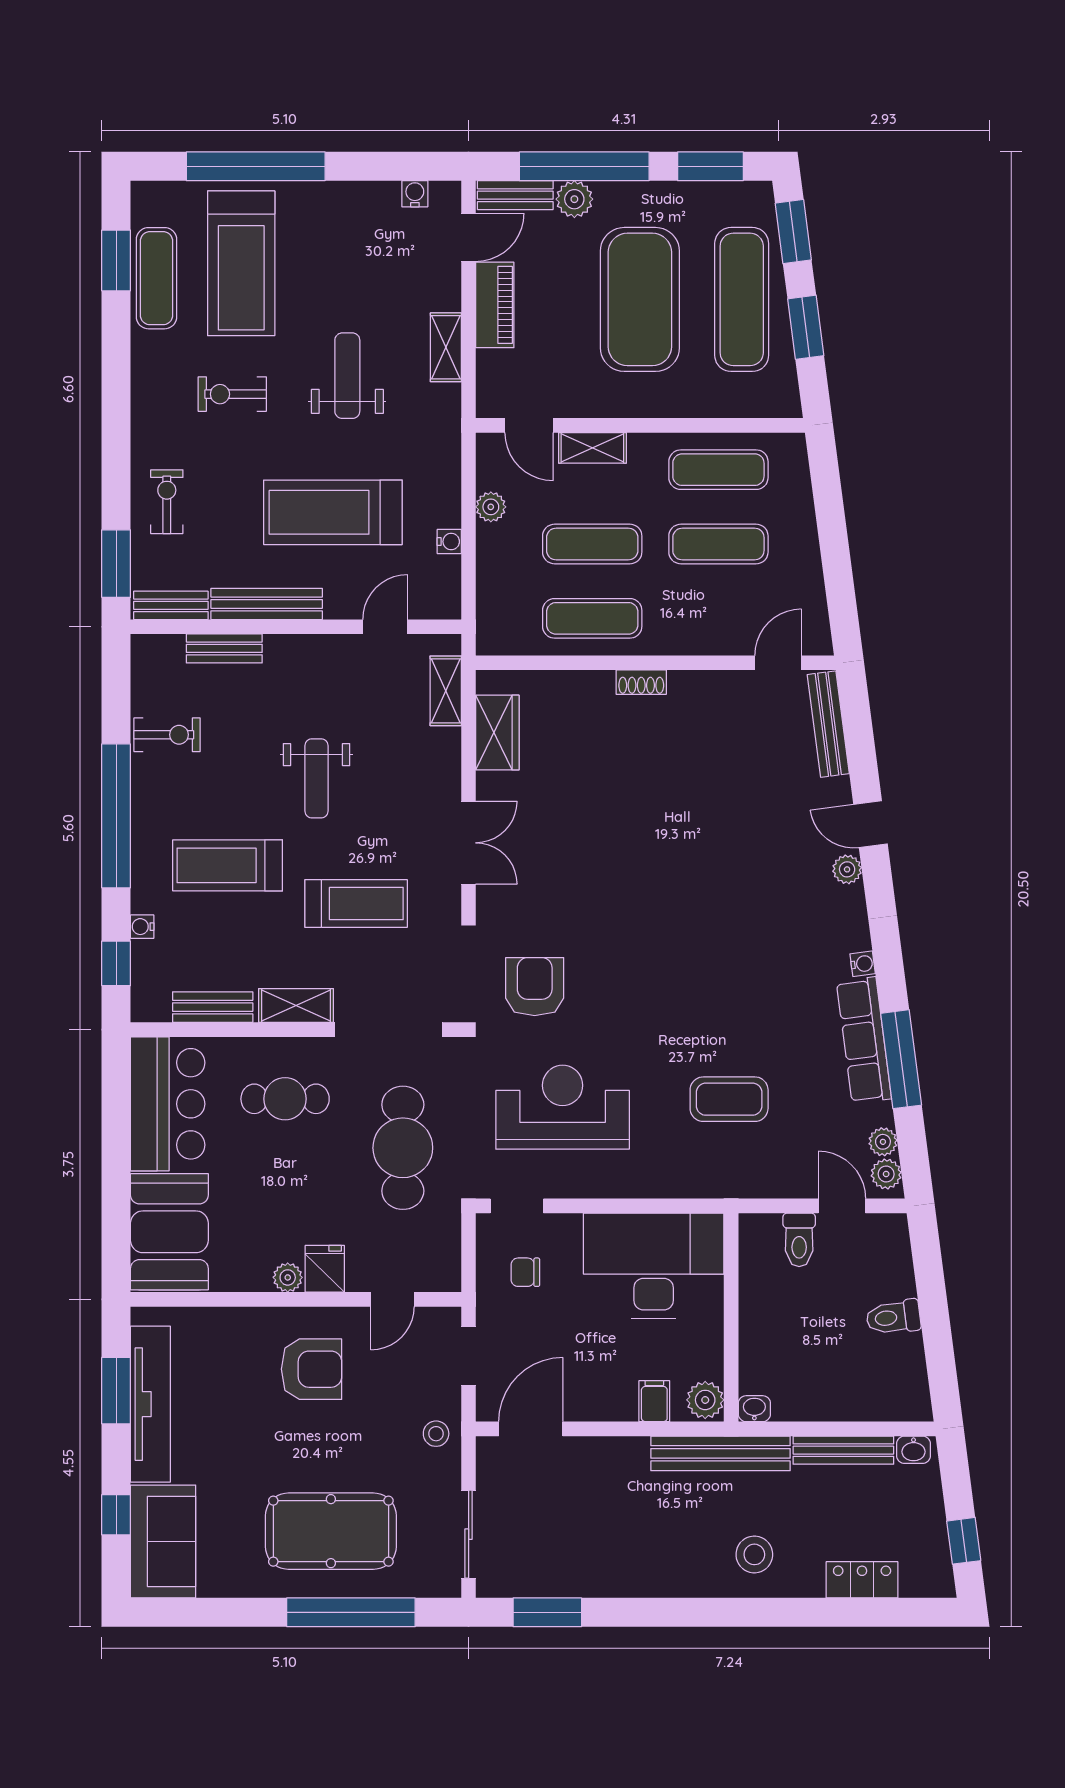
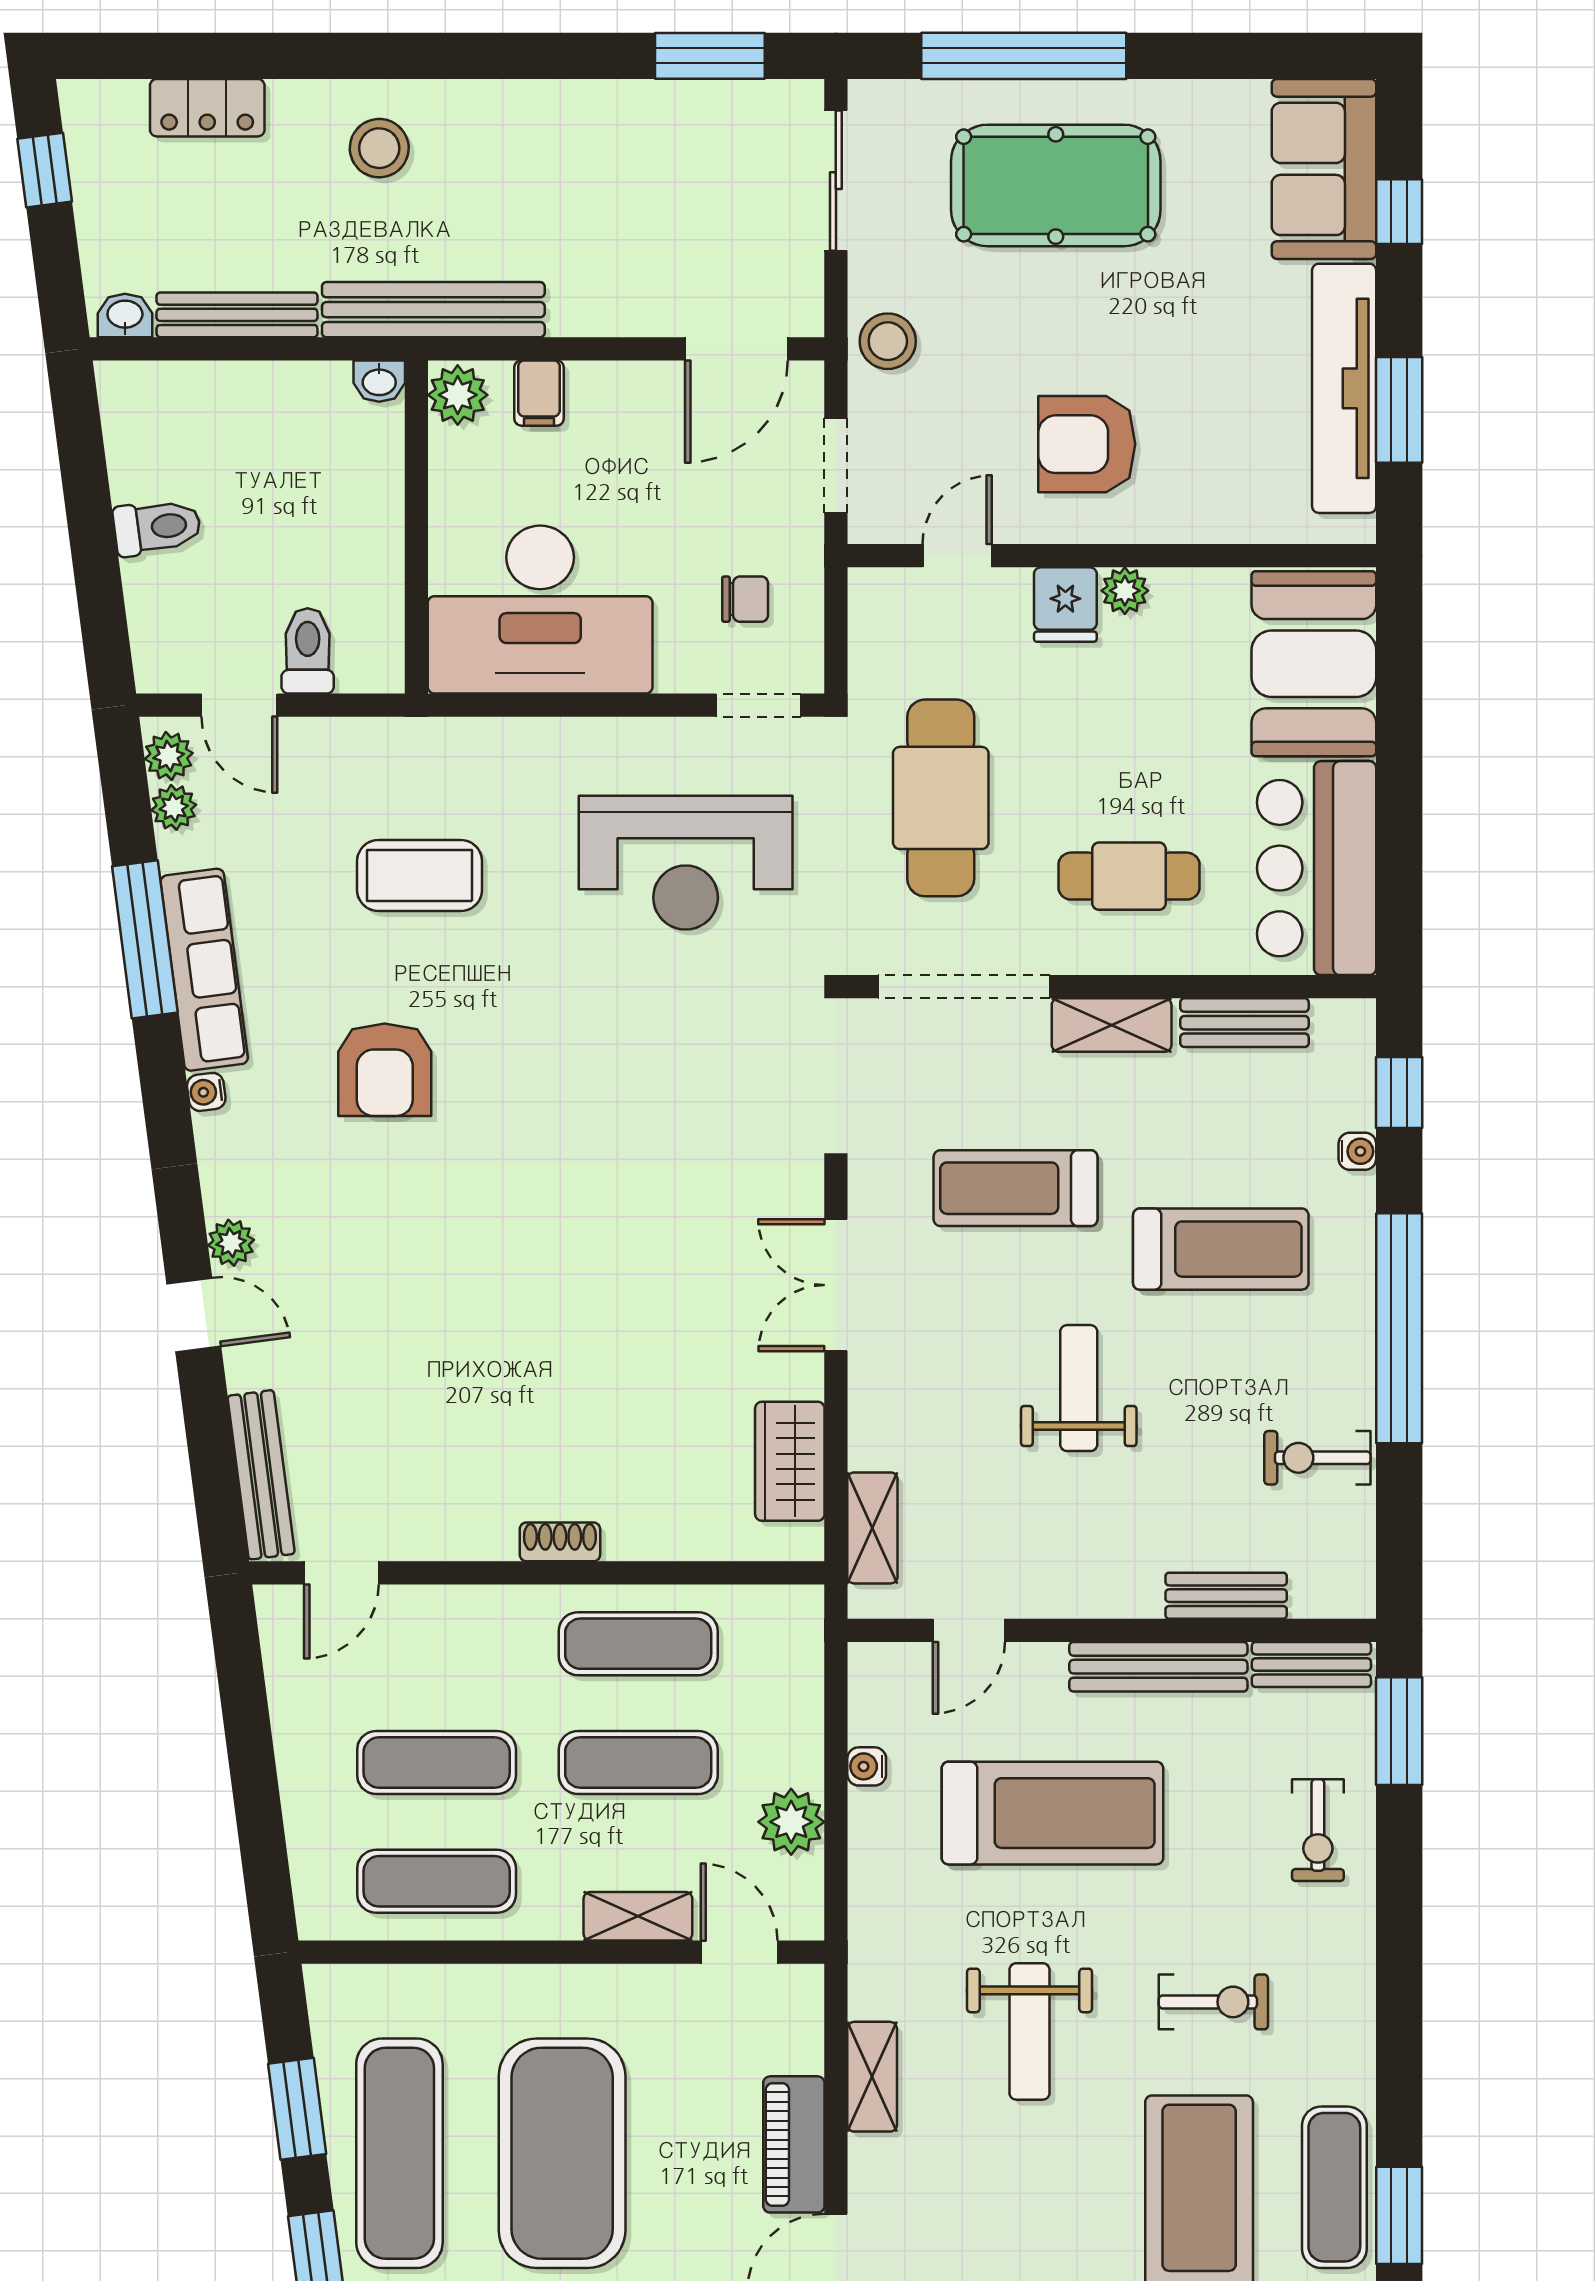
plant: (491, 507) -> (791, 1822), width x1.38, depth x1.38
armchair: (535, 987) -> (385, 1070), moved
stool: (436, 1434) -> (888, 341), width x1.37, depth x1.37

